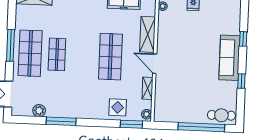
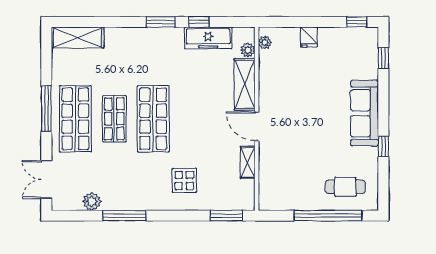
window: (243, 39) -> (383, 58), moved
shop shelf: (110, 57) -> (153, 119), moved
display table: (118, 107) -> (184, 180), moved
plant: (147, 114) -> (248, 50), moved
cafe table: (221, 115) -> (345, 187), moved

